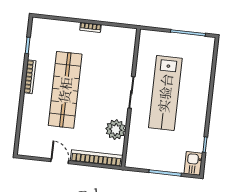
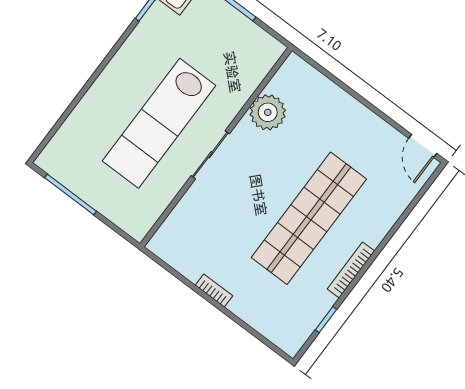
lab bench: (165, 93) -> (159, 123), turned 180
bookcase: (96, 158) -> (323, 86), removed
door: (60, 161) -> (423, 146), moved

